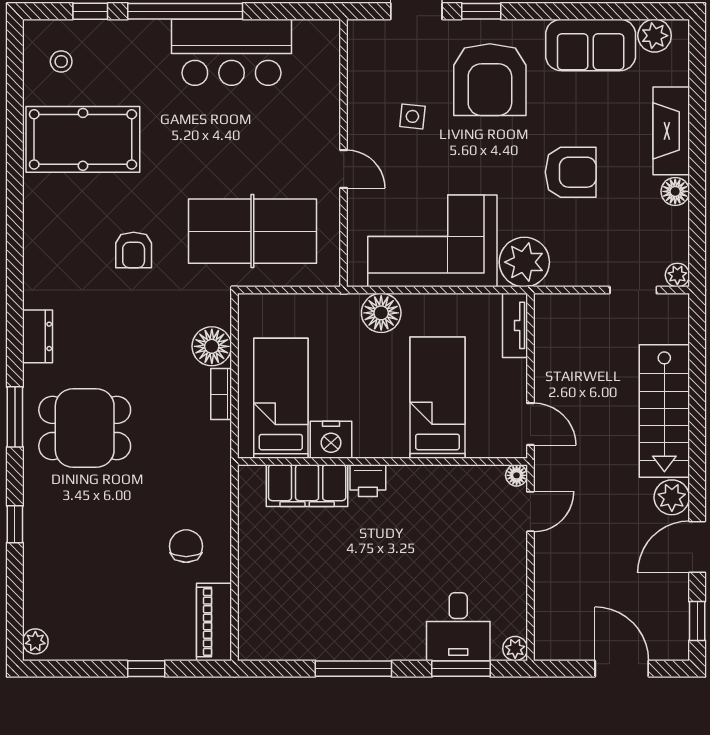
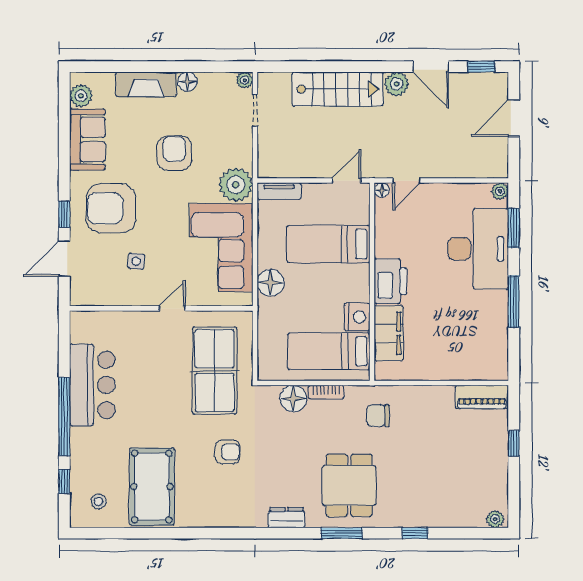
armchair: (490, 80) -> (111, 208), turned 180
printer: (368, 481) -> (390, 281), width x1.87, depth x1.48
door: (530, 512) -> (406, 181), swing flipped
chair: (186, 546) -> (378, 416), moved
desk: (458, 627) -> (478, 249), width x1.87, depth x1.30

